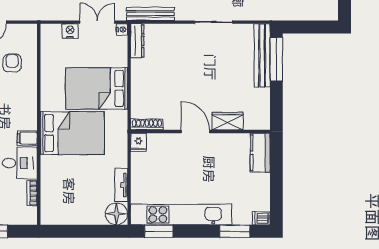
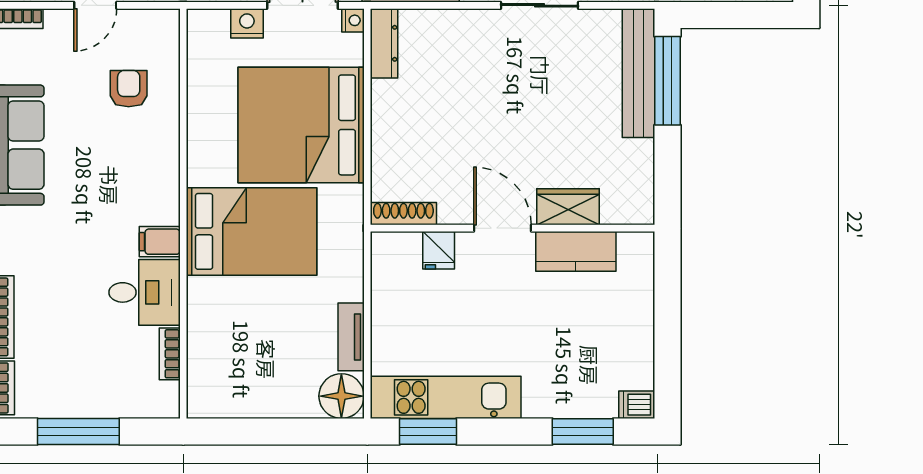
bed: (97, 88) -> (301, 125), width x1.36
fridge: (138, 142) -> (439, 250), moved
kitchen counter: (260, 153) -> (576, 251), moved, turned -90
kitchen unit: (181, 215) -> (446, 397), width x0.73

